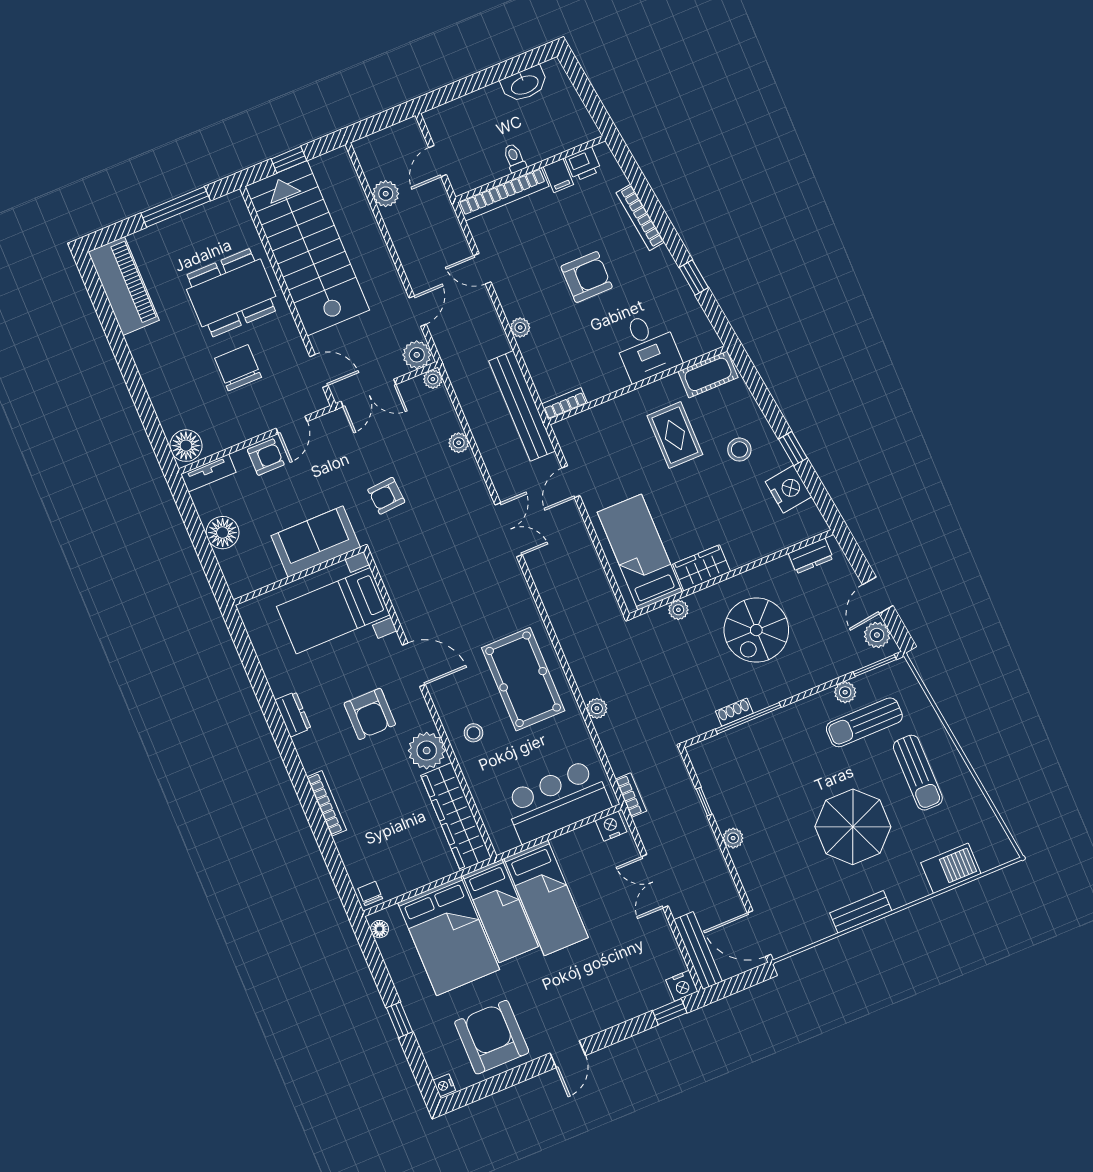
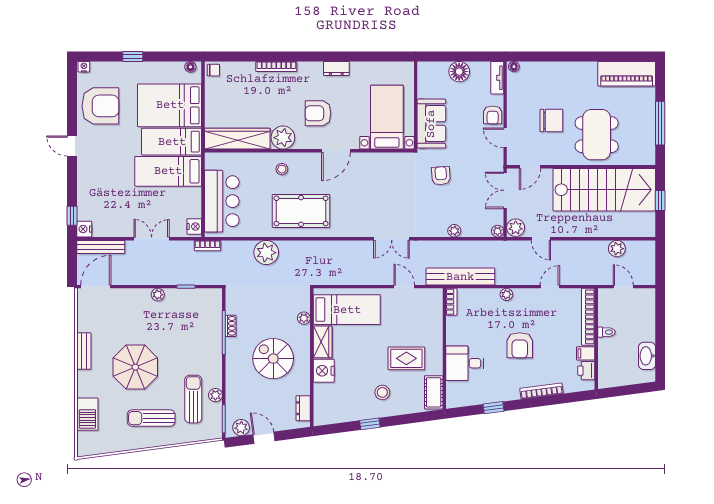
floor lamp: (186, 446) -> (514, 67), width x0.53, depth x0.53
nightstand: (789, 489) -> (324, 371), moved, turned 97
plant: (597, 708) -> (266, 253), width x1.88, depth x1.88

